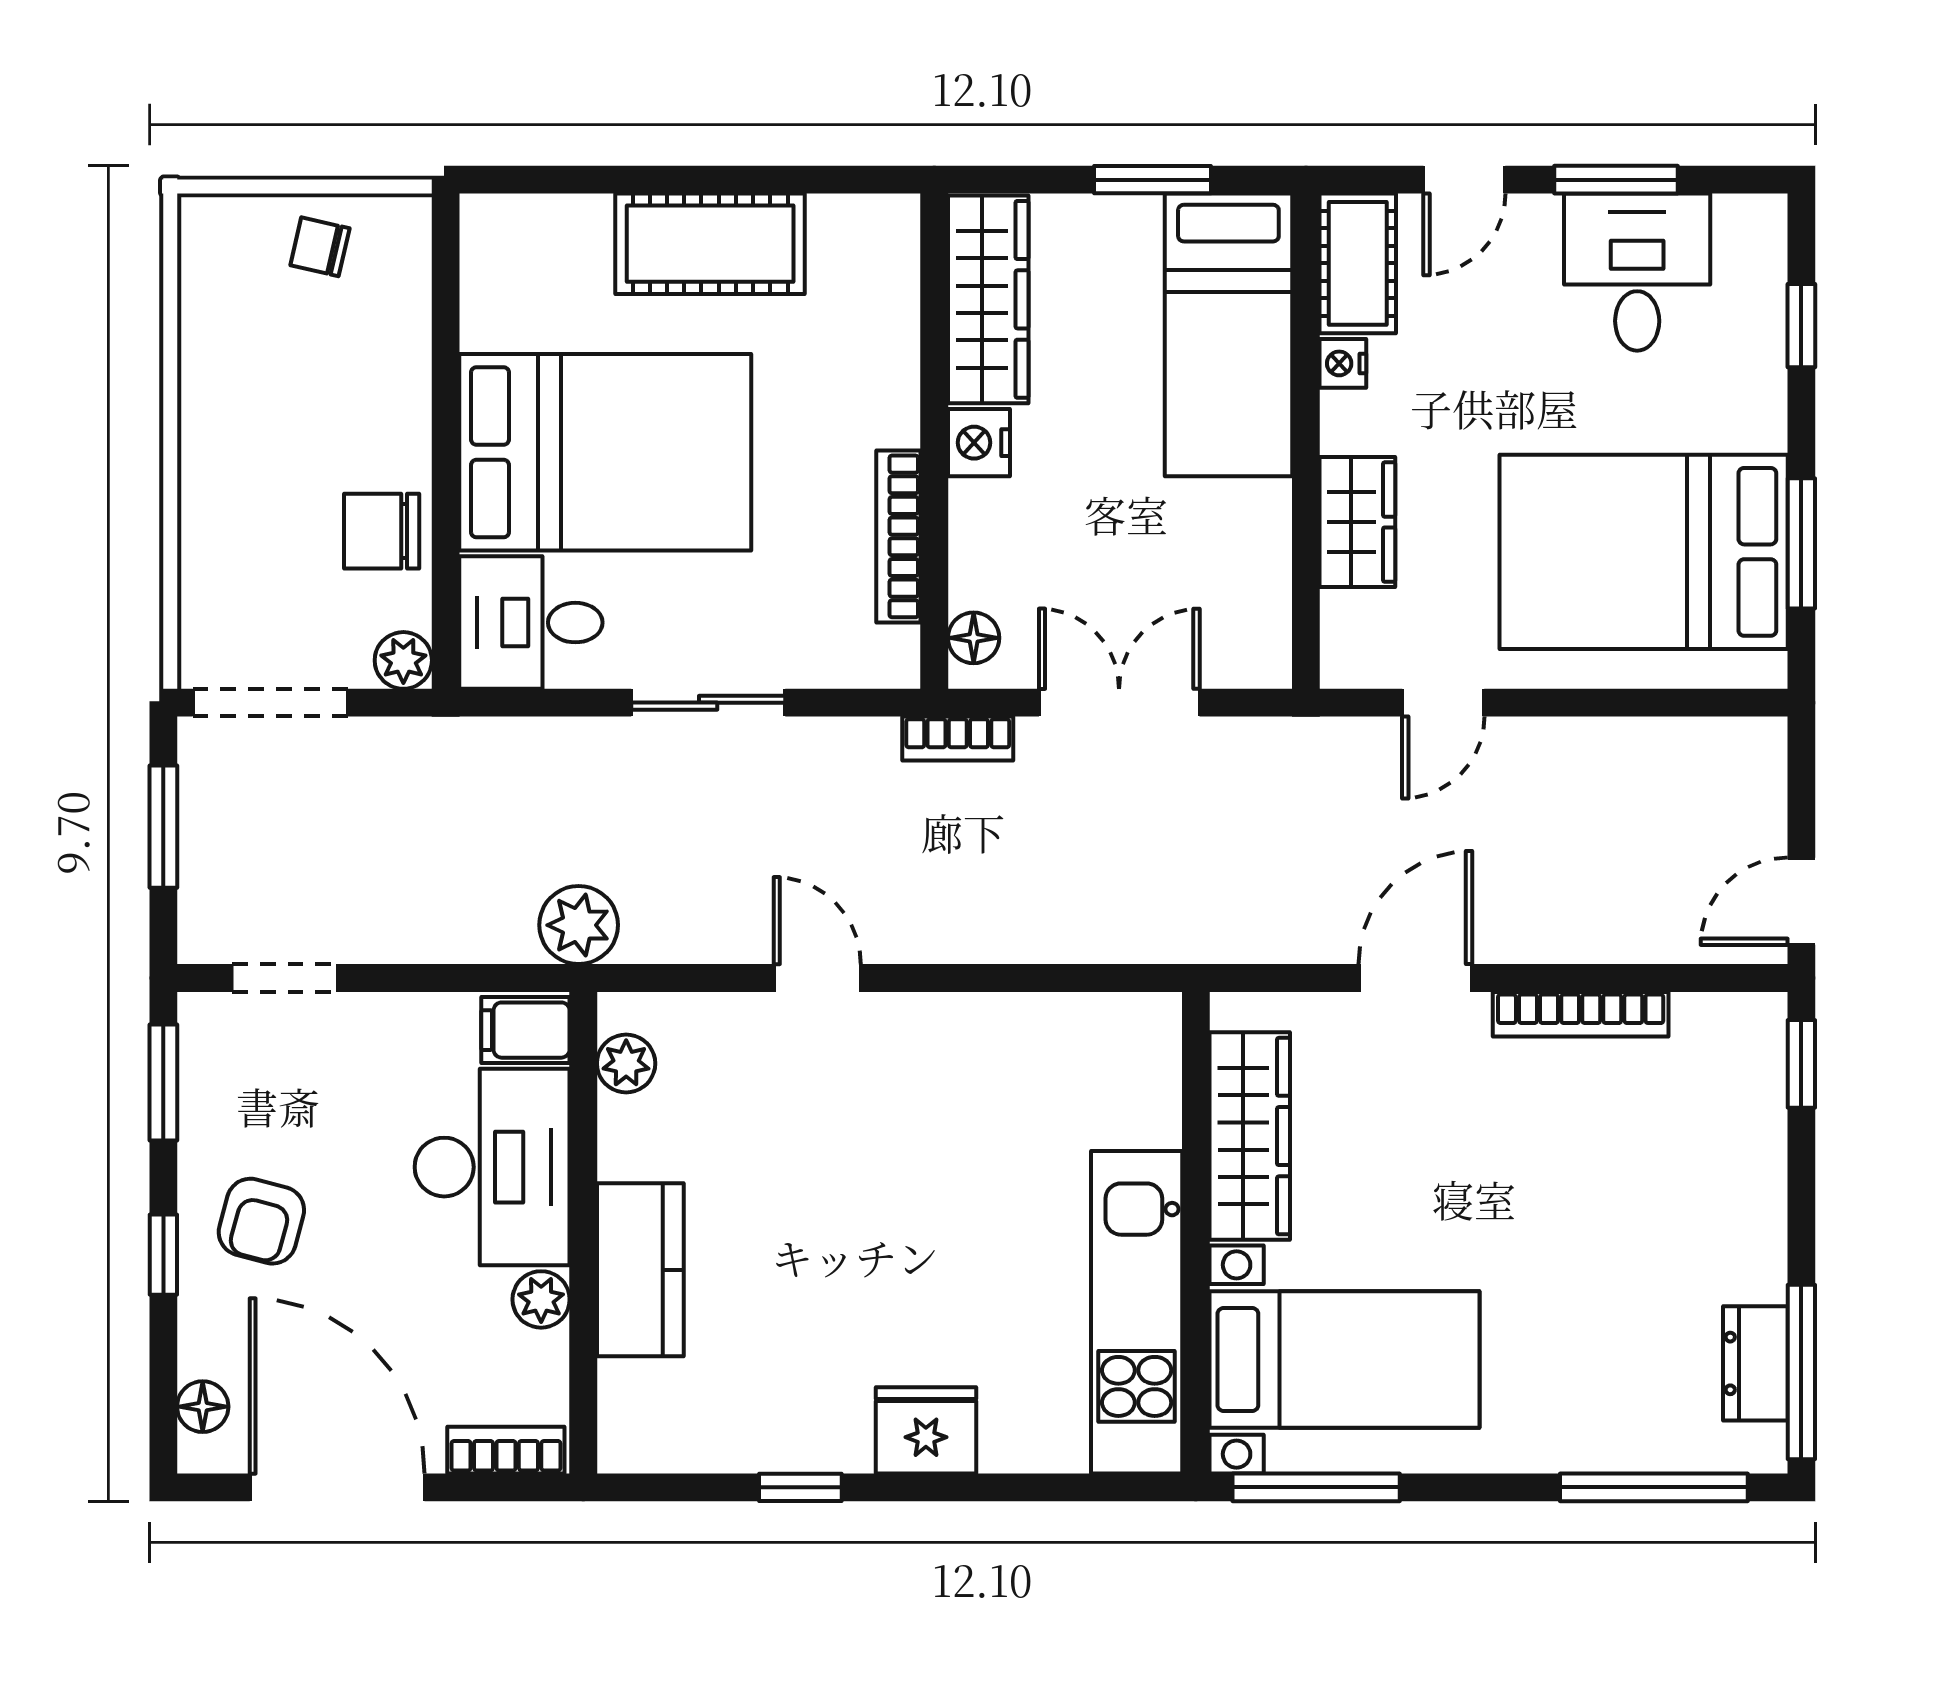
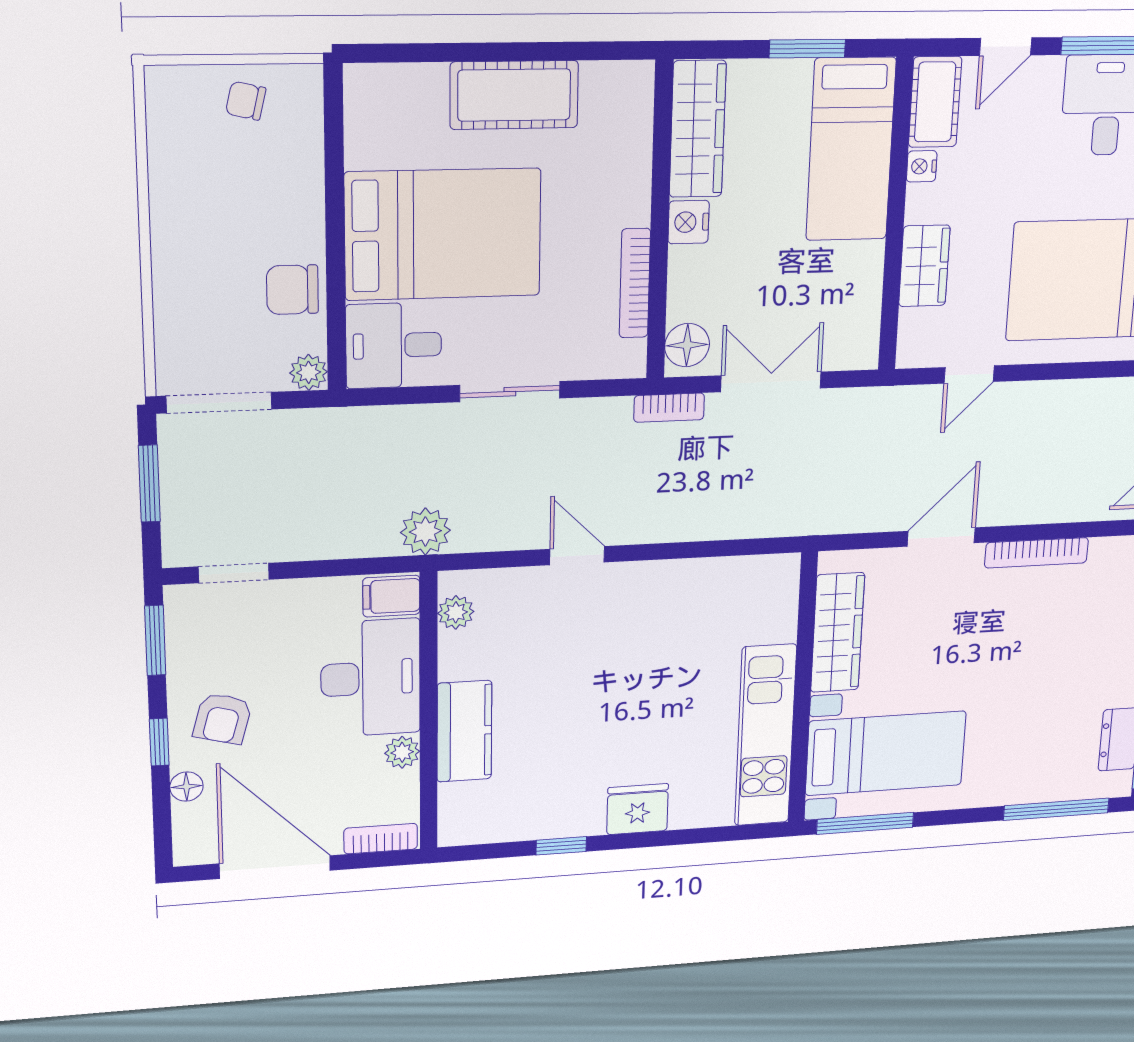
floor lamp: (974, 638) -> (687, 345), width x1.37, depth x1.37
floor lamp: (203, 1407) -> (186, 787), moved

